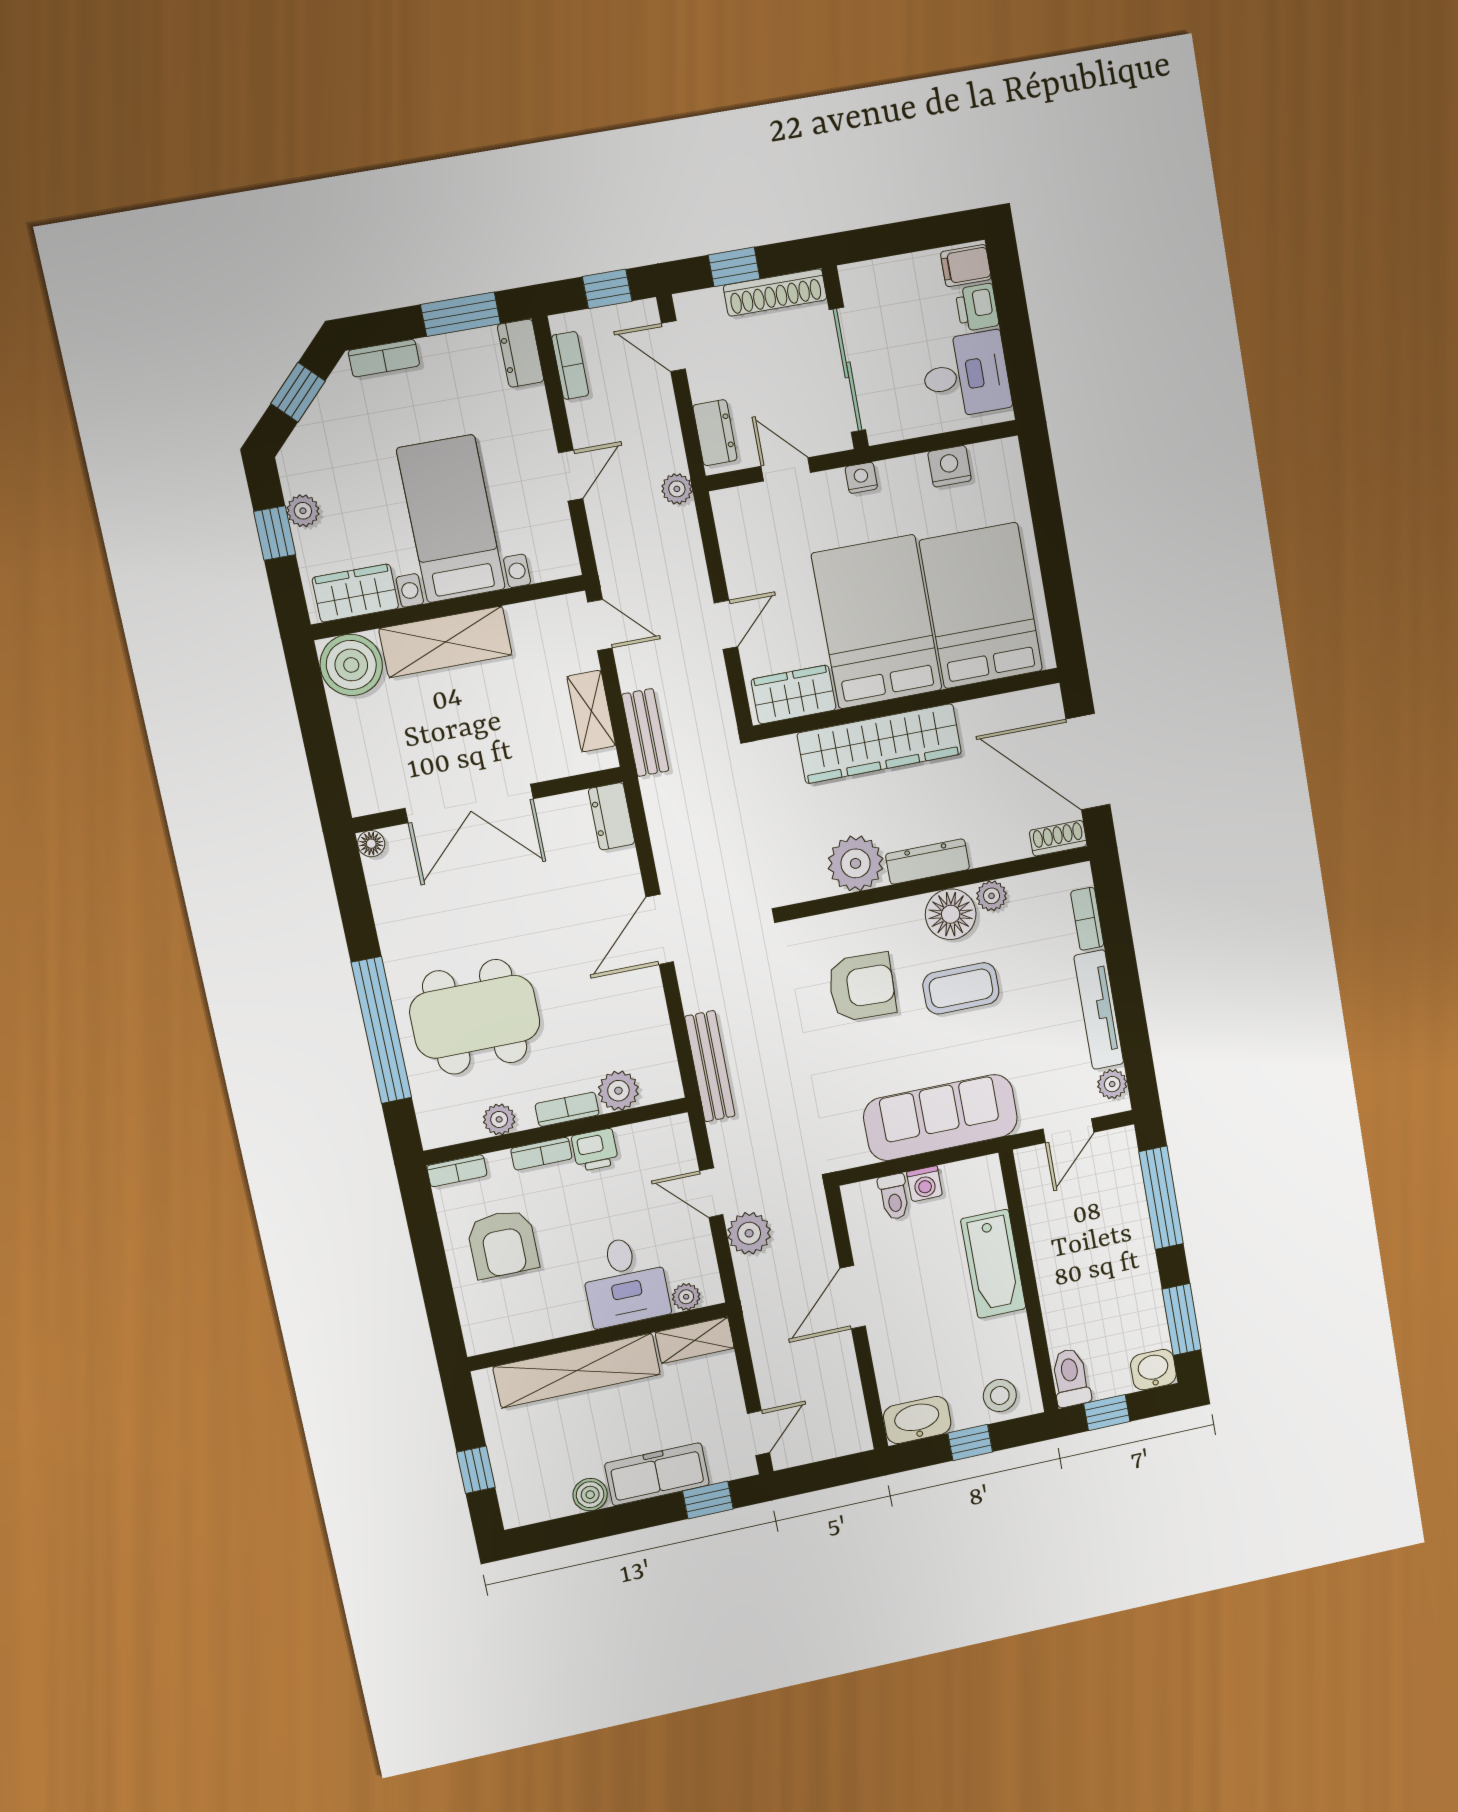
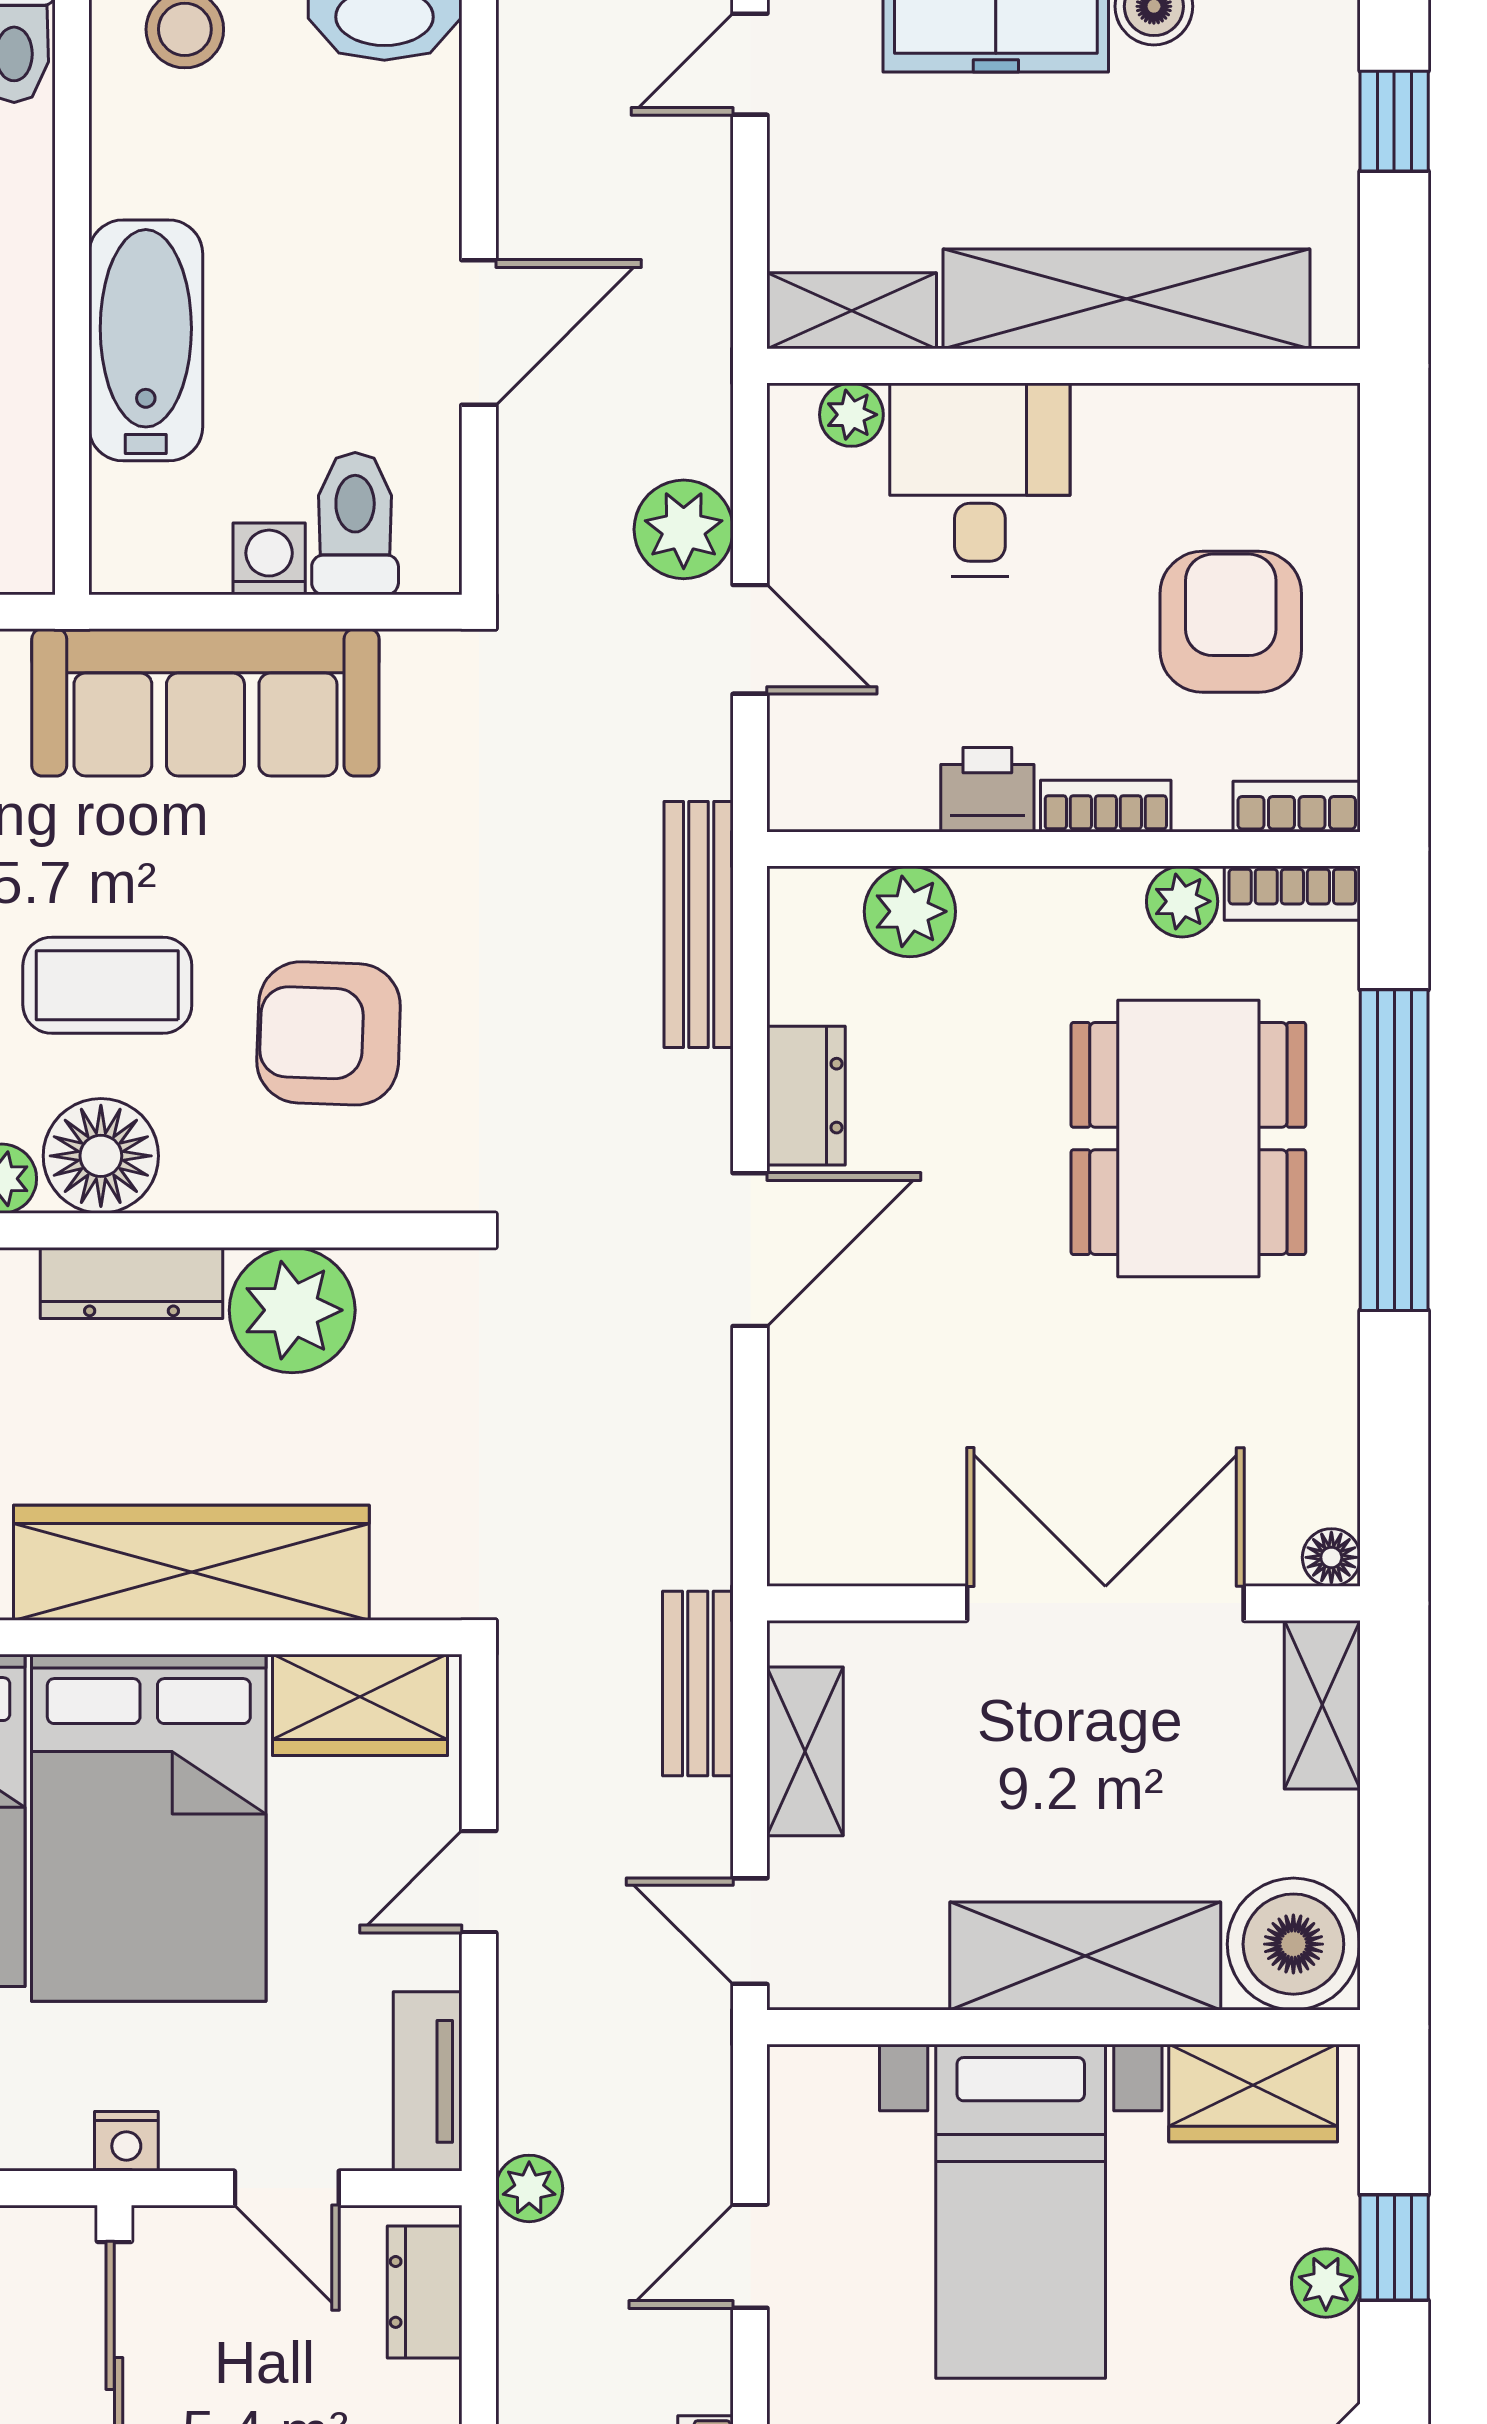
tv unit: (732, 530) -> (428, 2081), added
shelving: (361, 776) -> (1322, 1705), added
dresser: (612, 816) -> (806, 1096), moved
dining table: (475, 1017) -> (1188, 1139), turned 90
bookcase: (567, 1109) -> (1292, 893), moved
toilet: (894, 1197) -> (355, 524), width x1.37, depth x1.39

